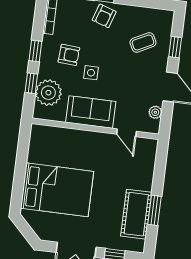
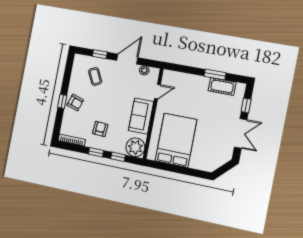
side table: (91, 73) -> (114, 114), removed
plant: (48, 93) -> (135, 147), moved
bed: (57, 190) -> (176, 140), moved
cot: (136, 214) -> (222, 86), width x0.73, depth x0.75

